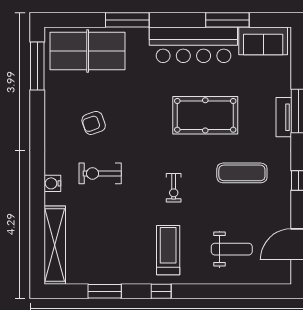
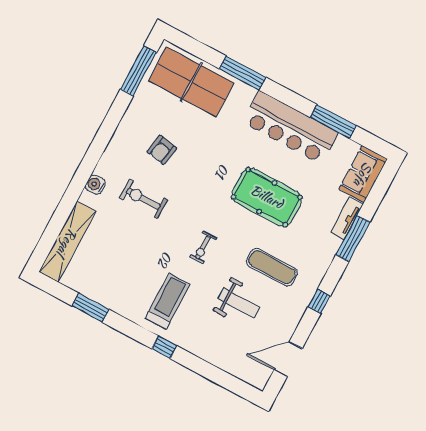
sofa: (263, 41) -> (363, 174), moved, turned 90
tv unit: (284, 117) -> (347, 218), moved
armchair: (94, 123) -> (162, 150), turned -61
weight bench: (232, 249) -> (239, 303), moved
window: (161, 291) -> (164, 347), moved

